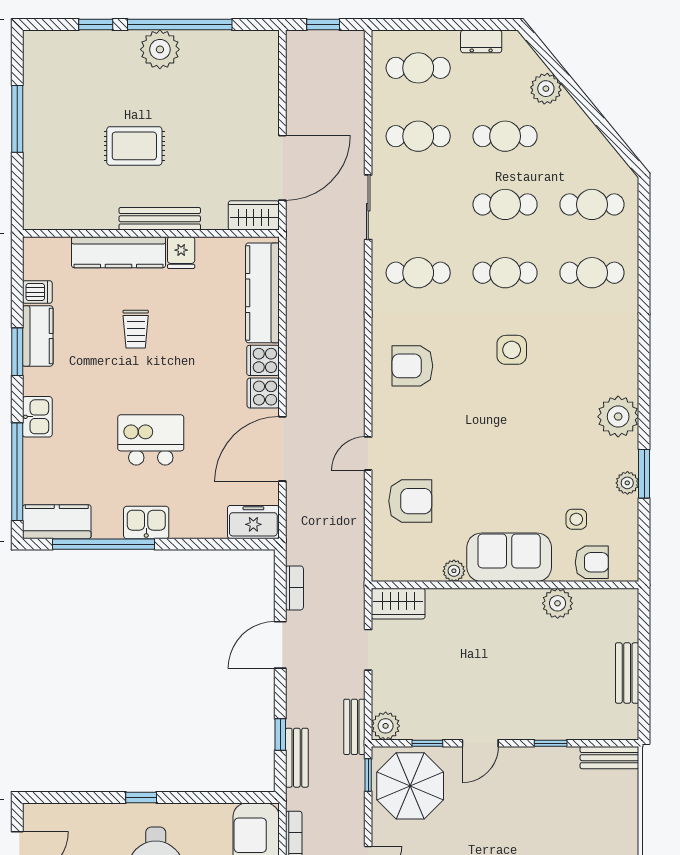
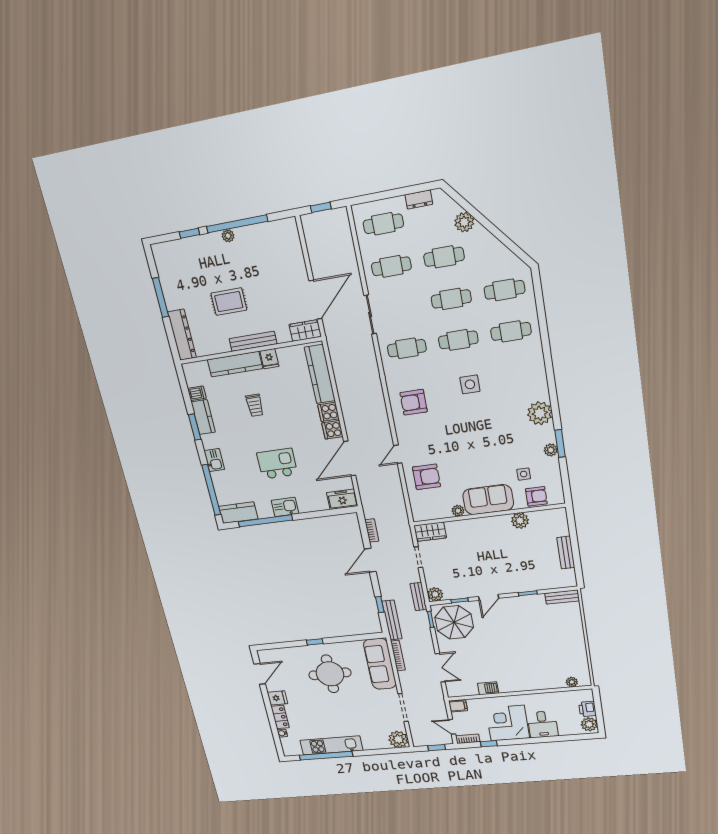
plant: (160, 49) -> (228, 236), width x0.53, depth x0.53
dresser: (38, 187) -> (182, 335), added
bench: (297, 758) -> (392, 620), width x1.36

